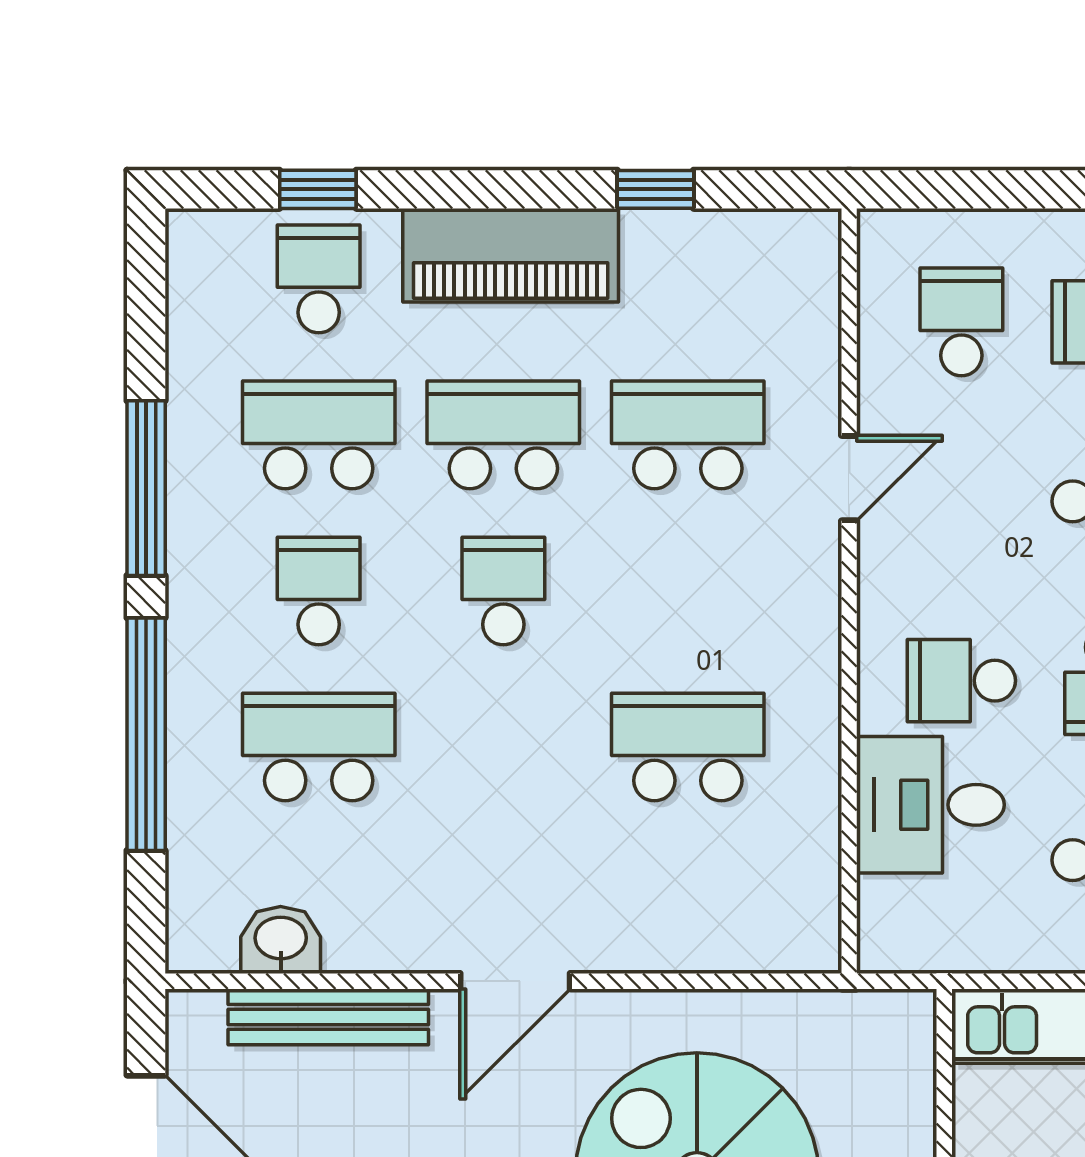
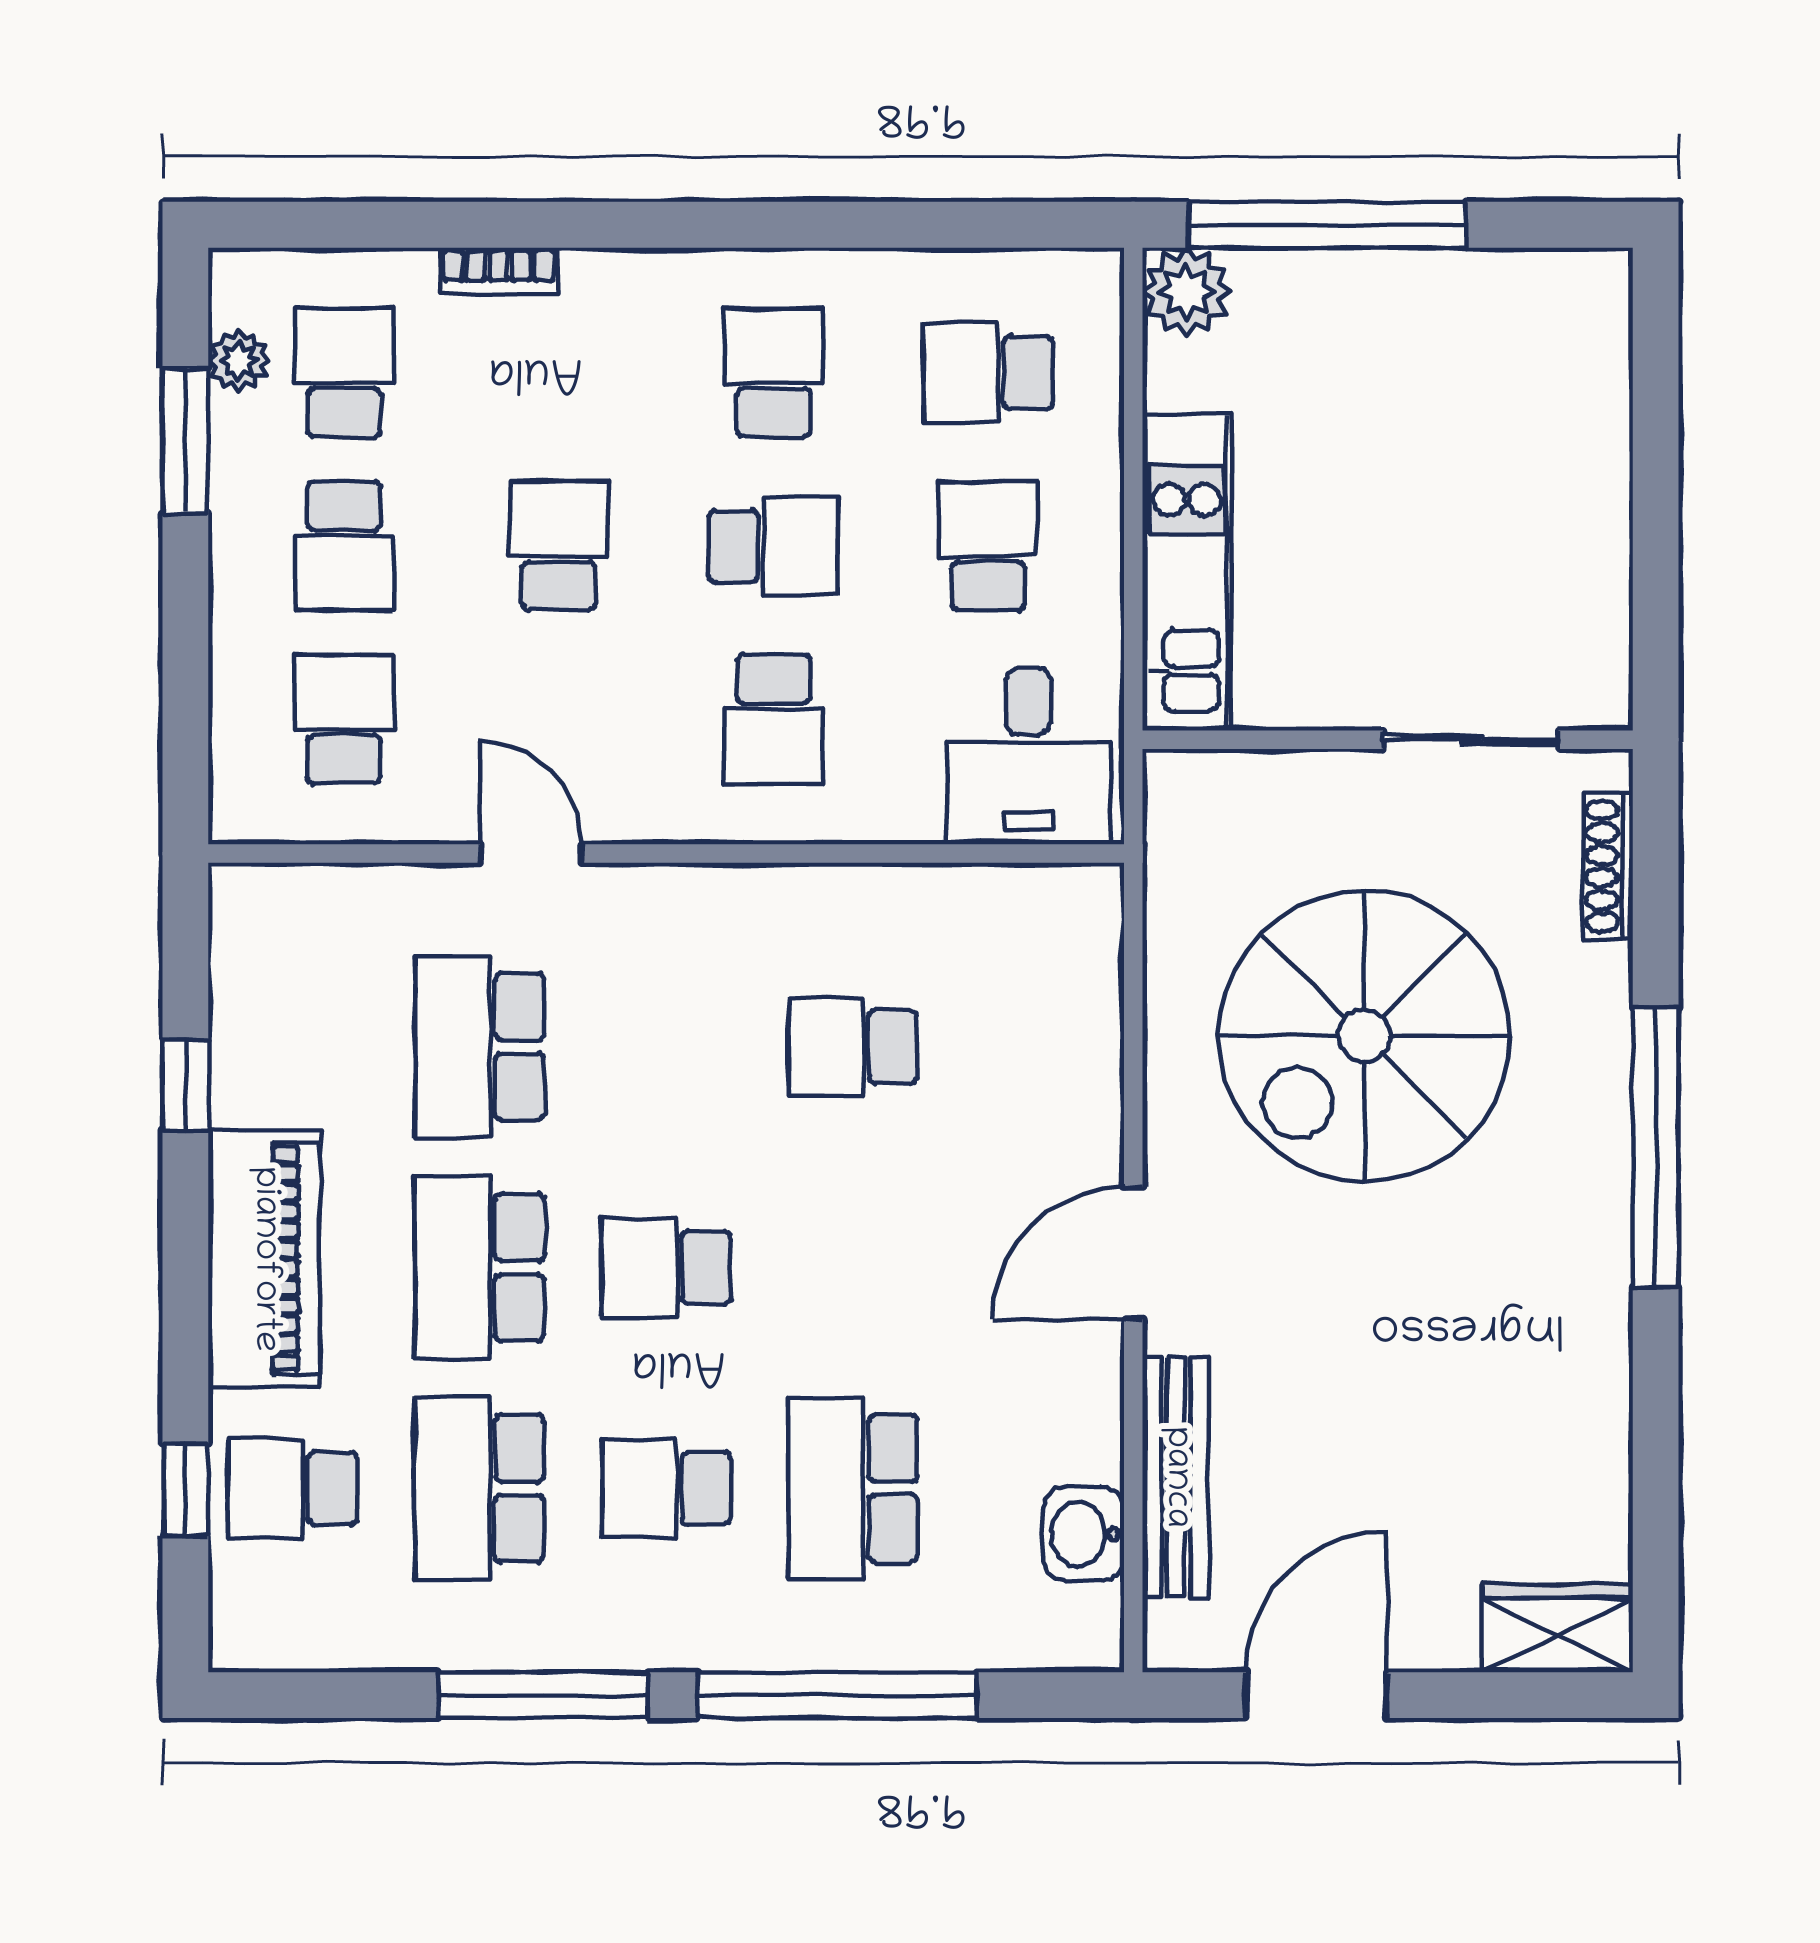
school desk: (961, 322) -> (344, 719), turned 90
school desk: (688, 747) -> (853, 1047), width x0.54
desk: (930, 805) -> (1029, 756), moved
door: (515, 981) -> (1133, 1253), swing flipped

